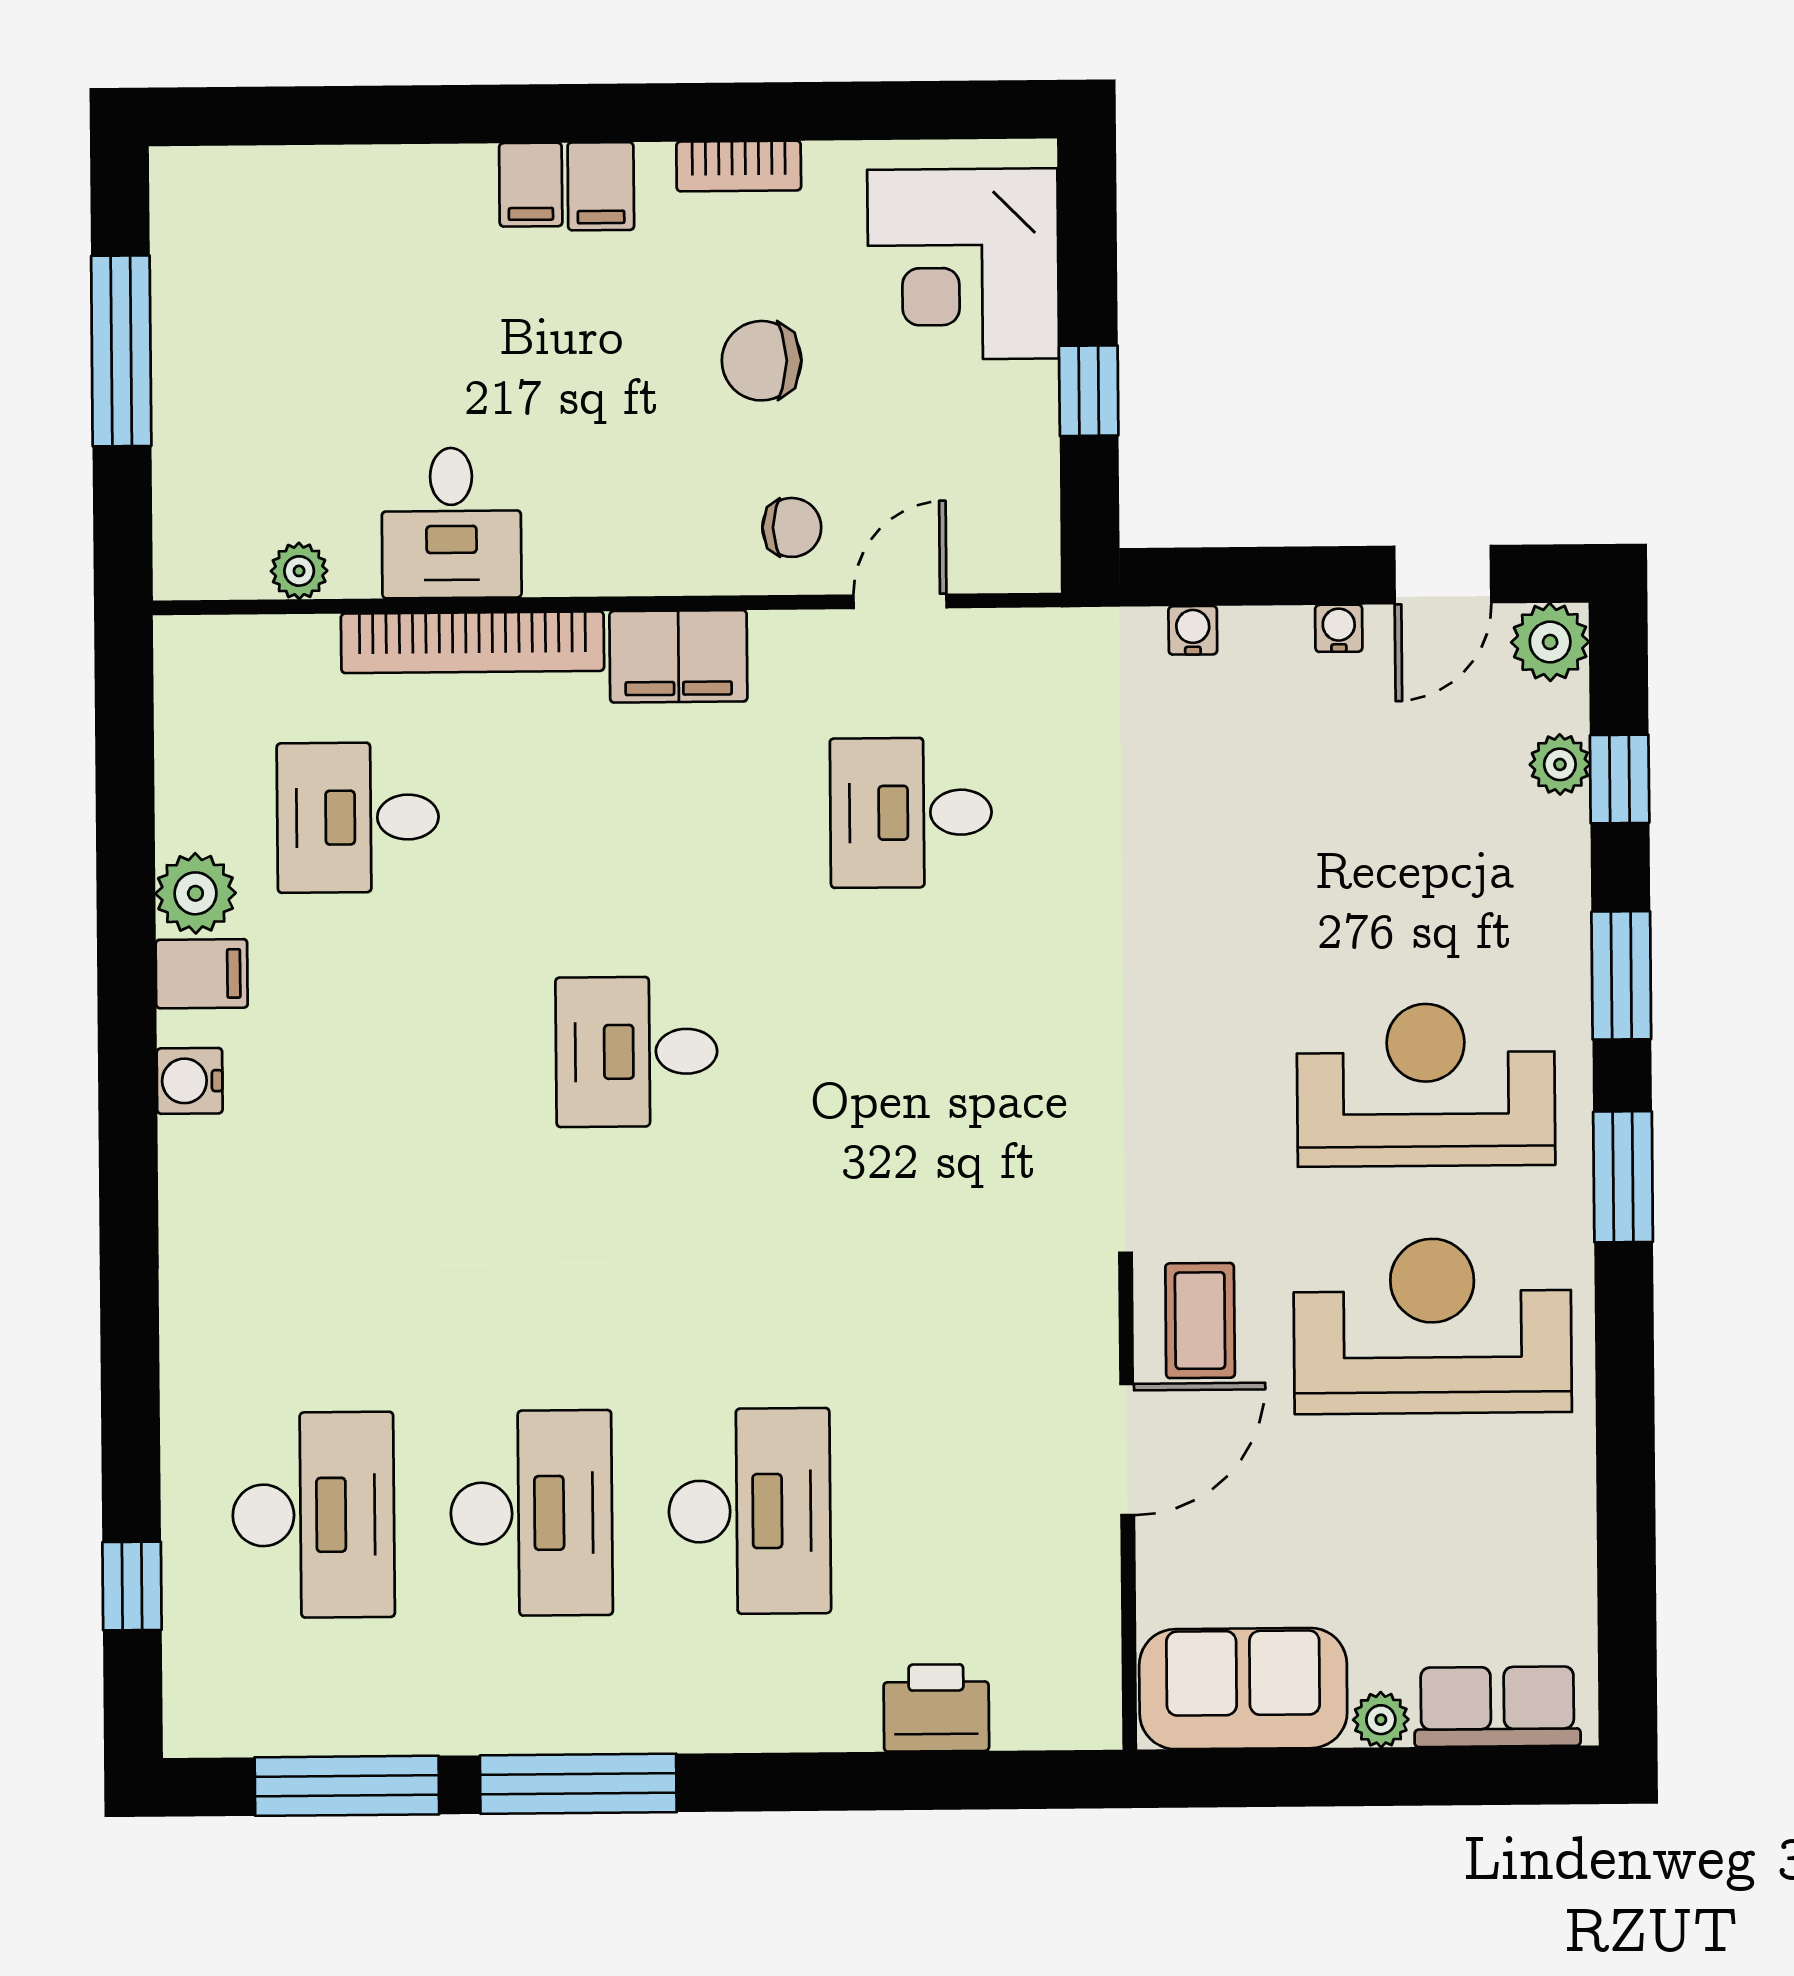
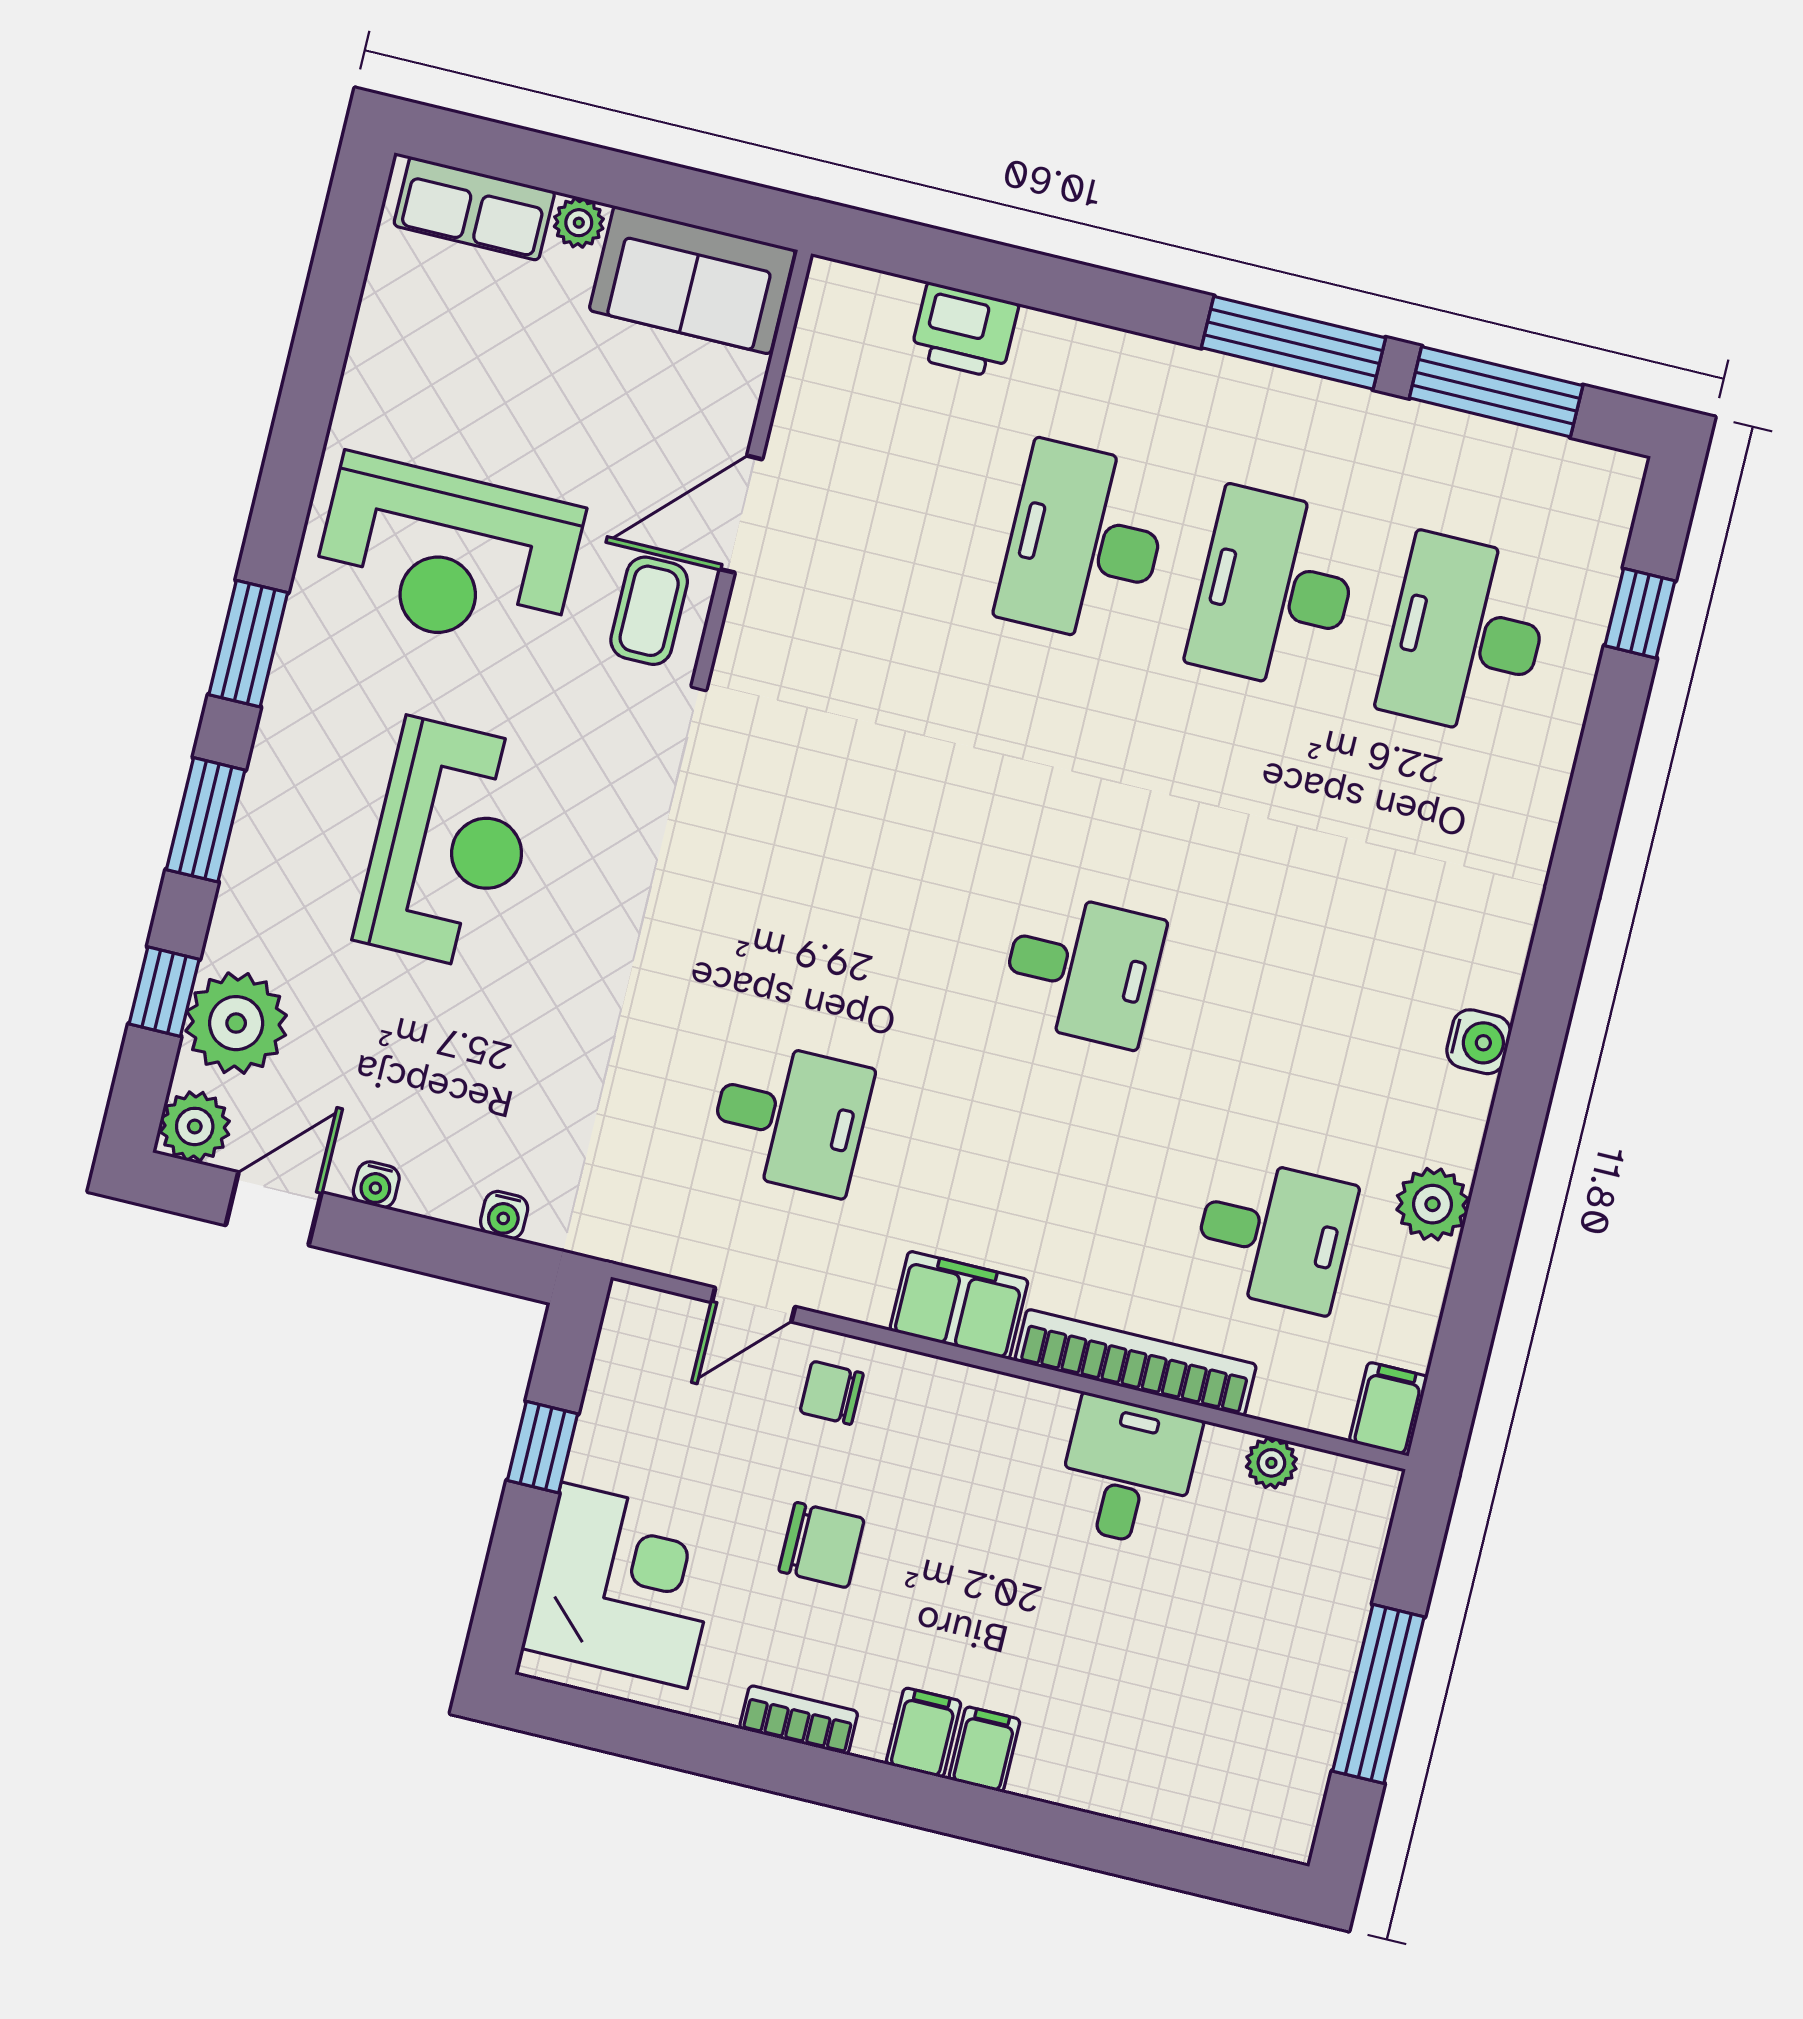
plant: (1560, 764) -> (236, 1023), width x1.88, depth x1.88
filing cabinet: (202, 974) -> (1388, 1409), moved, turned 90
reception desk: (1426, 1085) -> (450, 844), moved, turned -90

